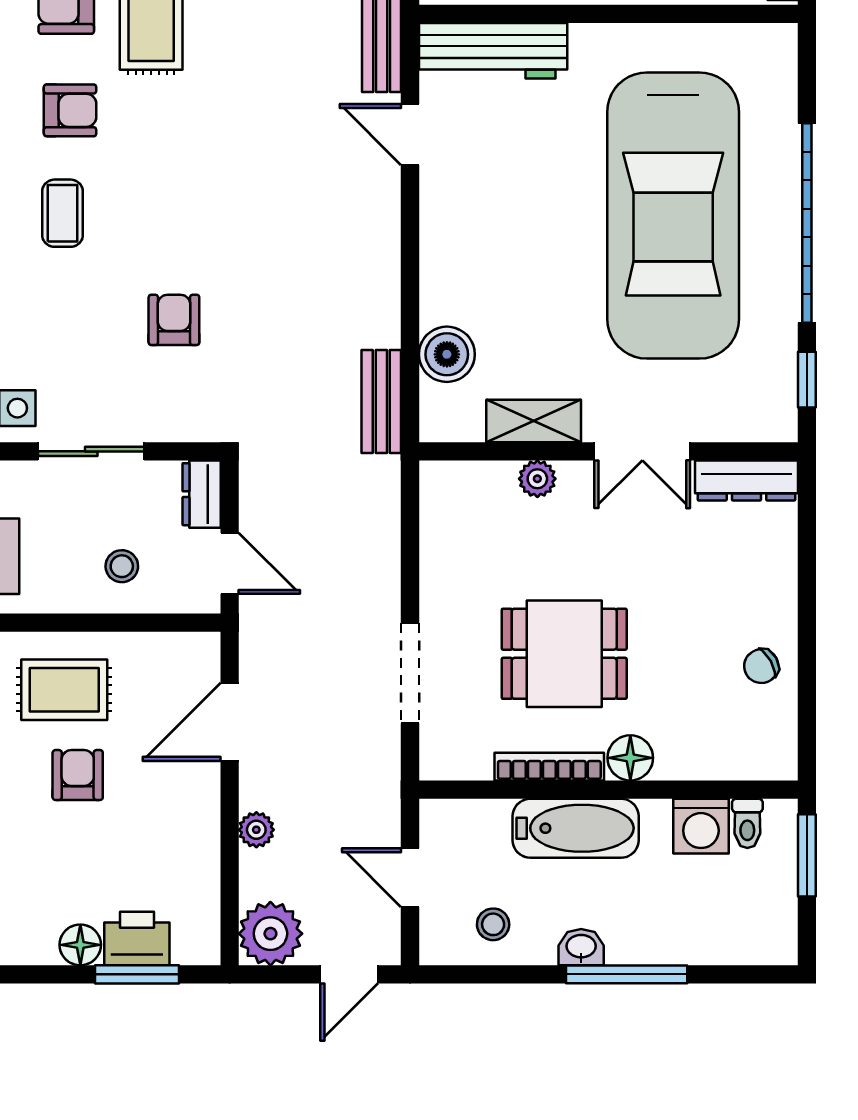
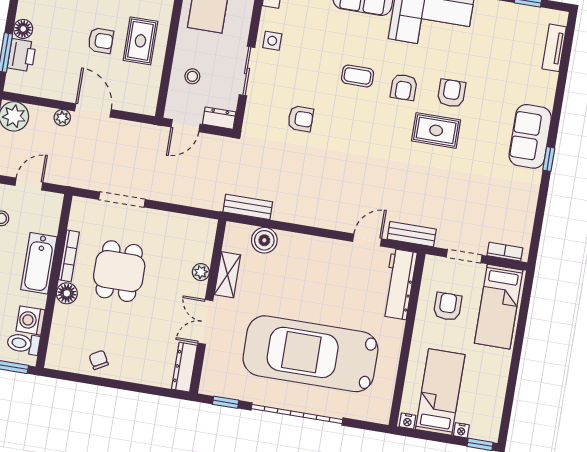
door: (230, 722) -> (93, 110), moved
toilet: (747, 823) -> (23, 344), width x1.37, depth x1.39

